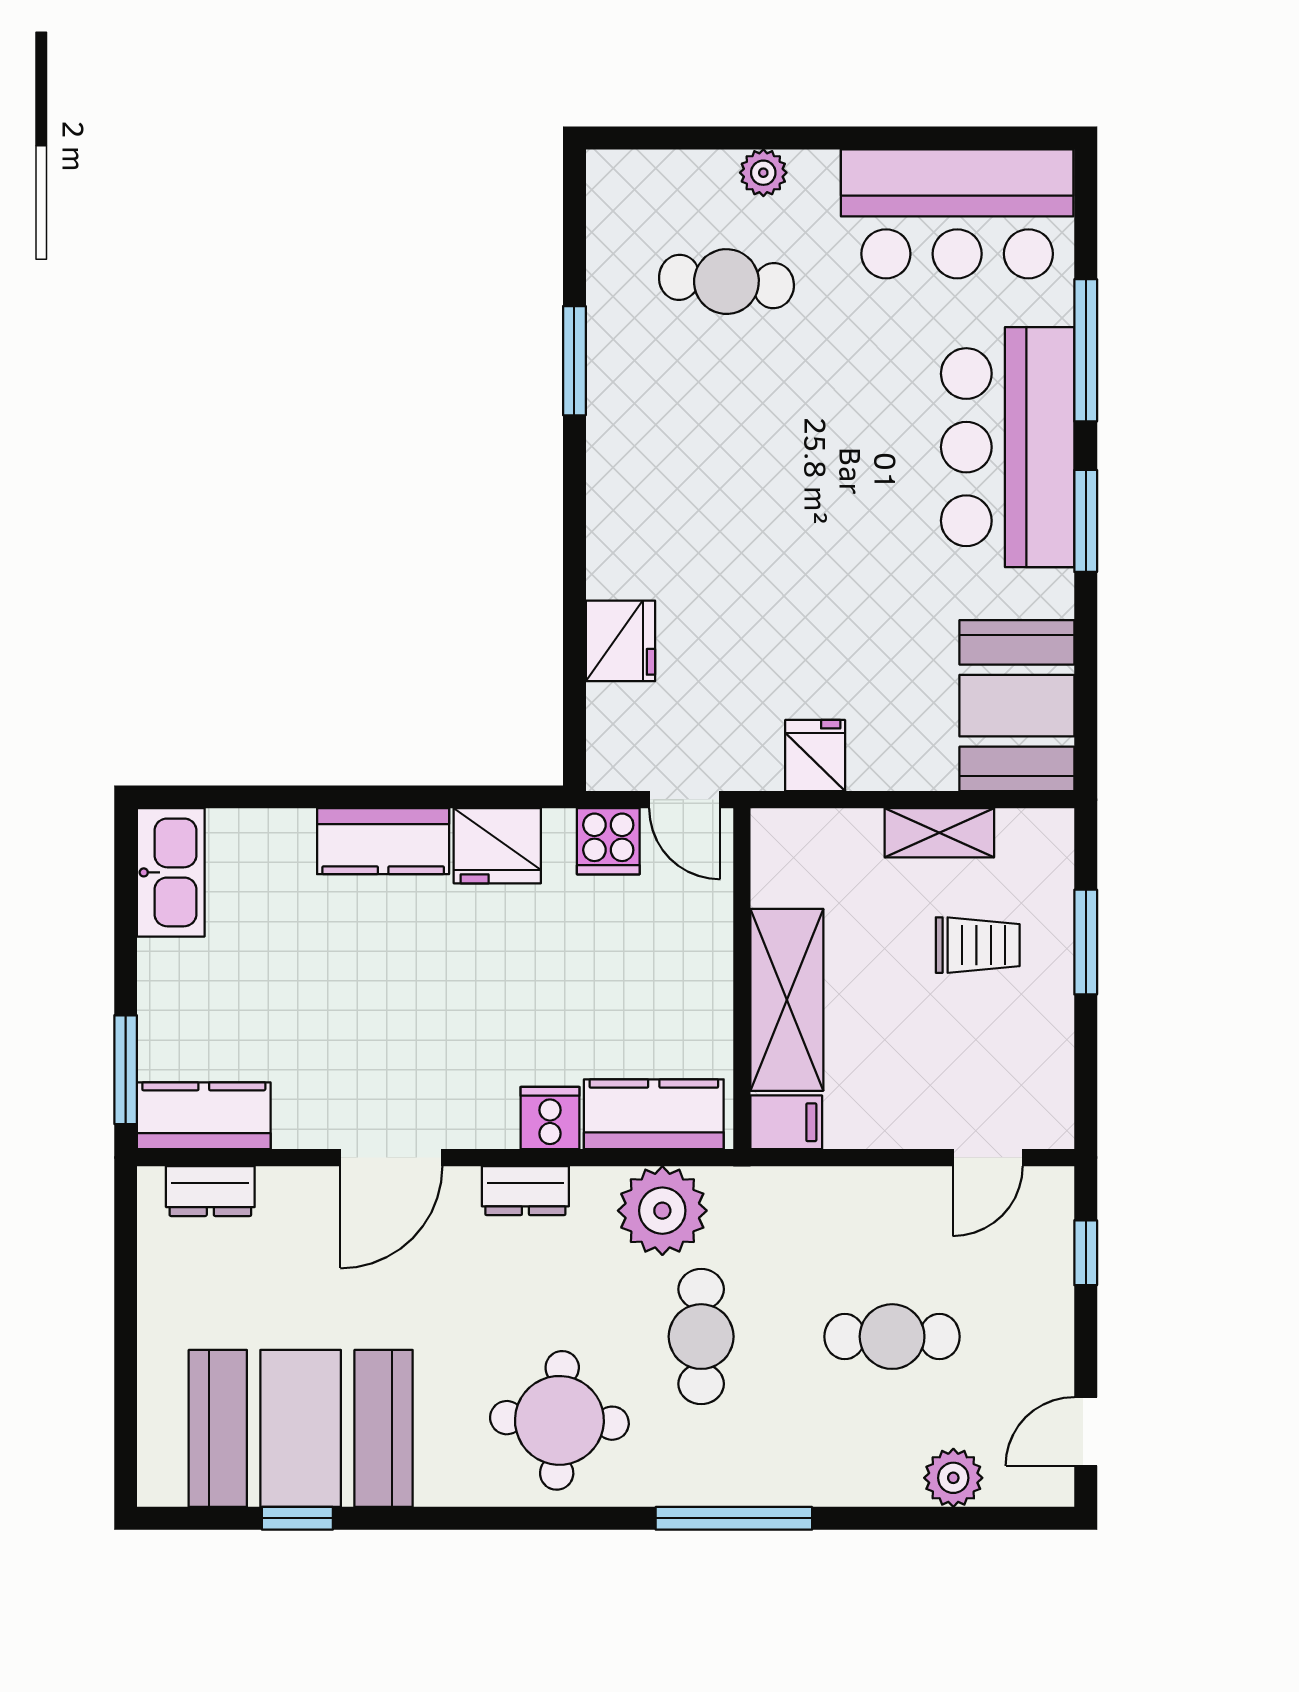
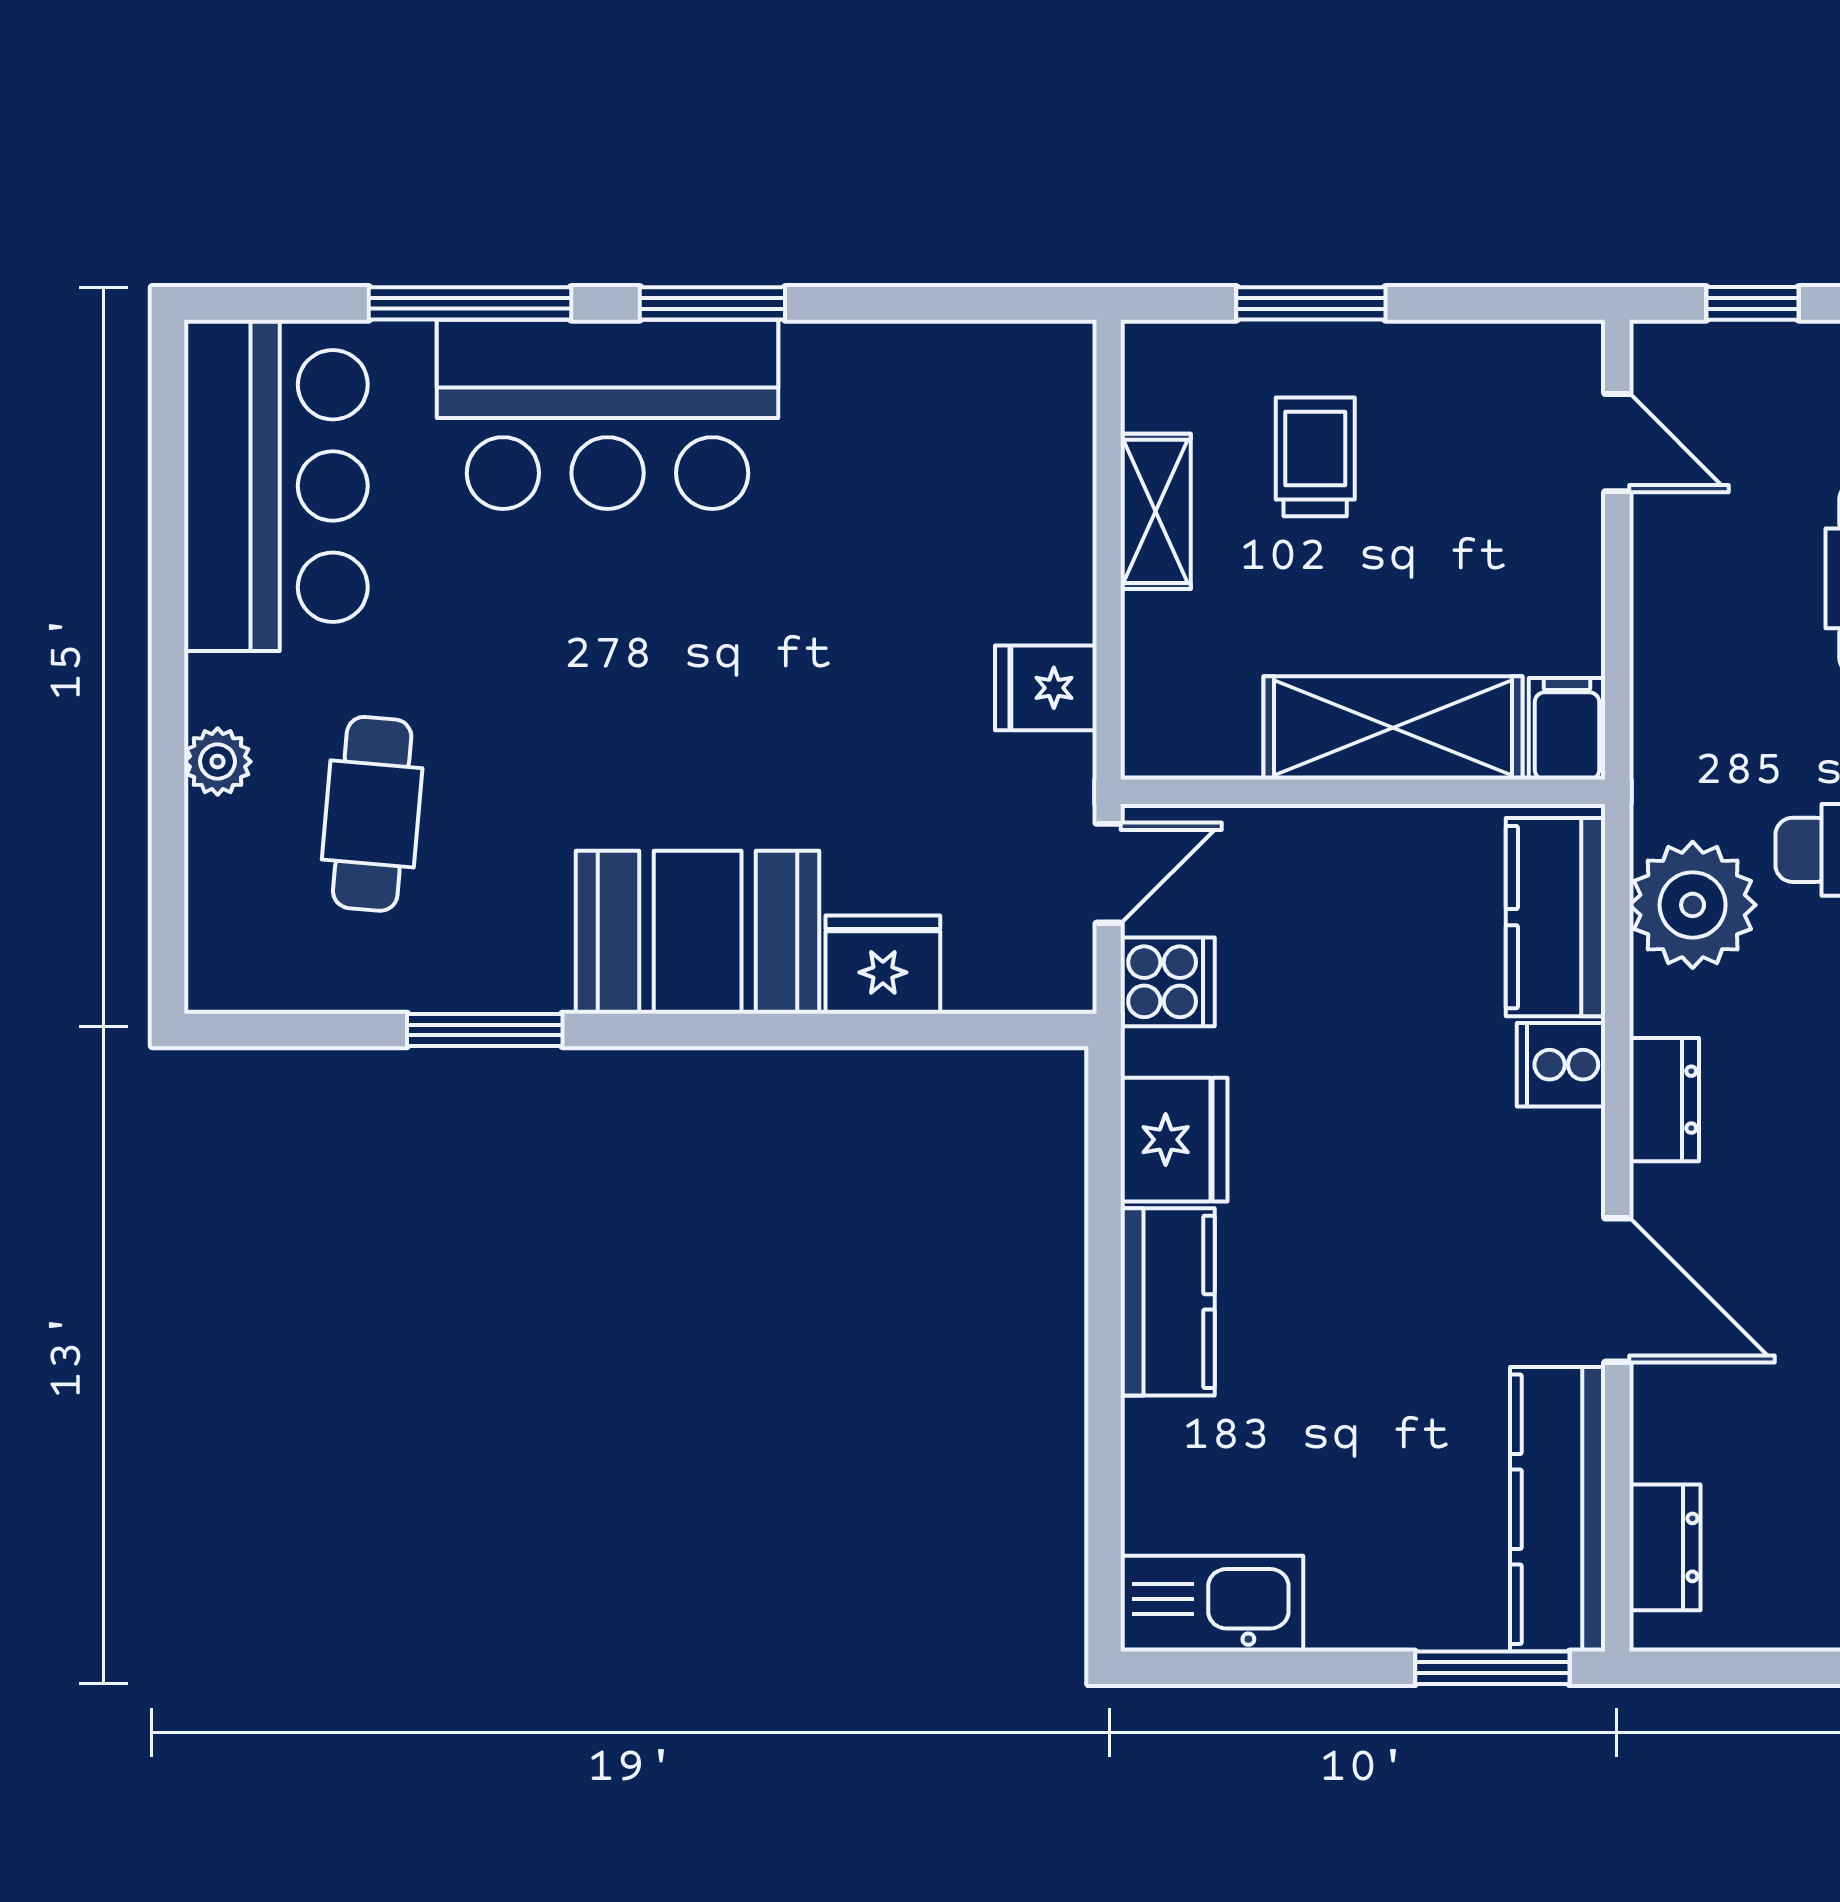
booth: (1017, 706) -> (698, 932), moved
kitchen counter: (204, 1116) -> (1558, 1509), width x1.50

